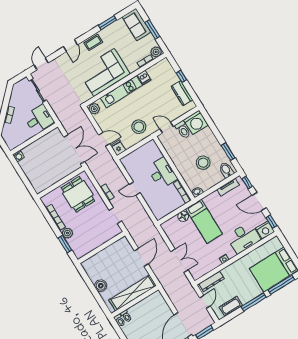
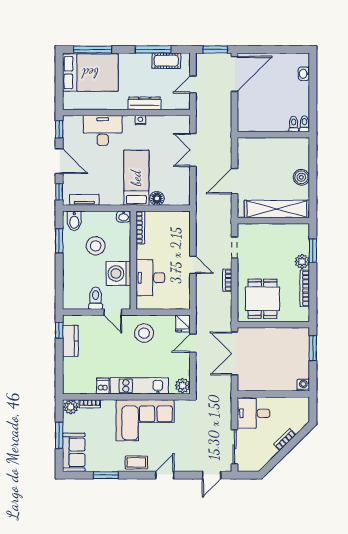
window: (181, 76) -> (59, 330), moved
washing machine: (196, 123) -> (118, 273), moved, turned -90
door: (104, 139) -> (193, 343), hinge flipped
desk: (162, 173) -> (150, 278), moved
window: (27, 183) -> (313, 348), added
nightstand: (265, 230) -> (72, 124), removed
dresser: (211, 281) -> (145, 103), moved
shelving: (133, 293) -> (277, 209), moved
window: (254, 302) -> (153, 49), moved

